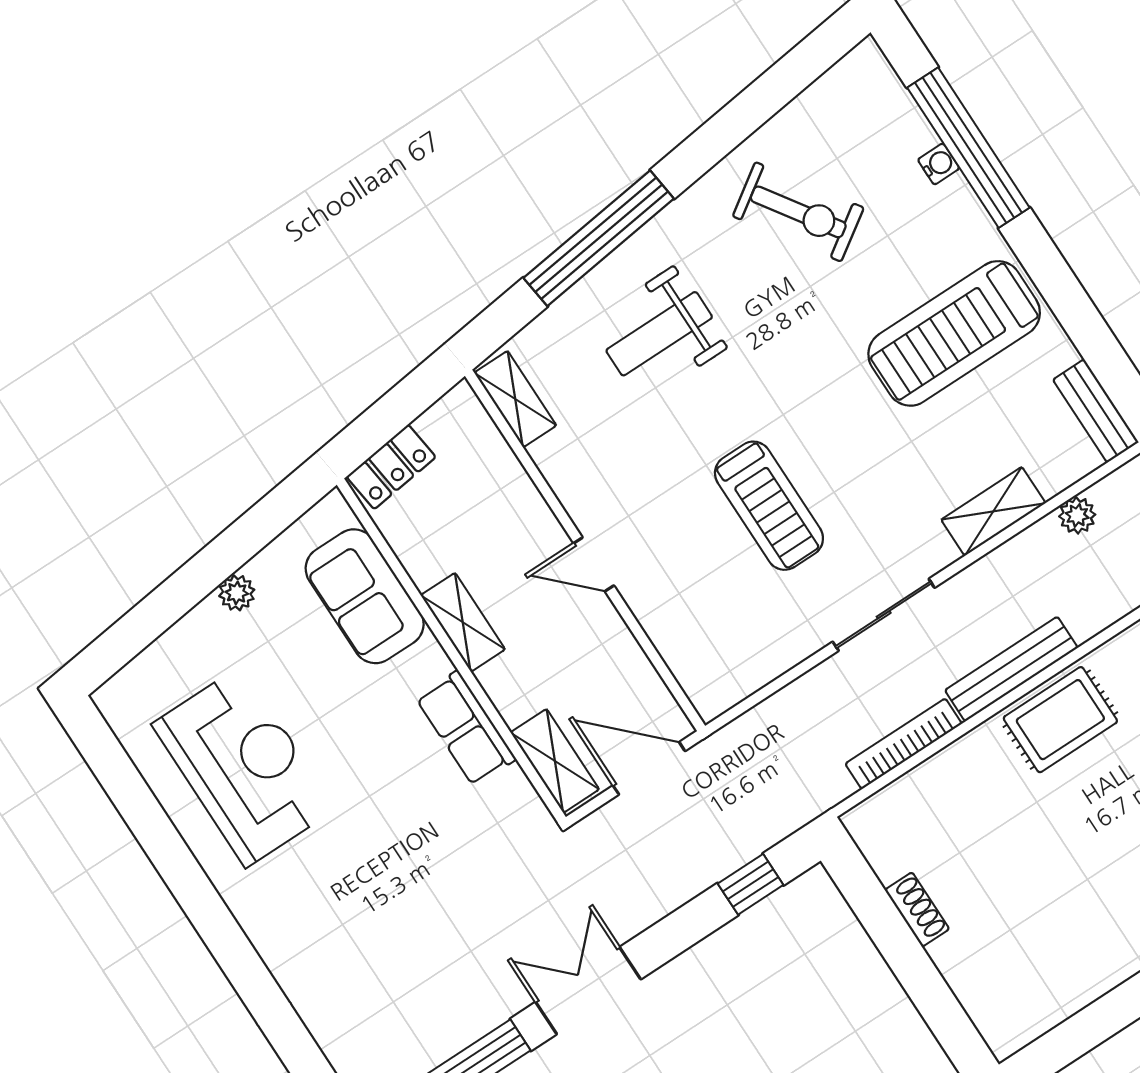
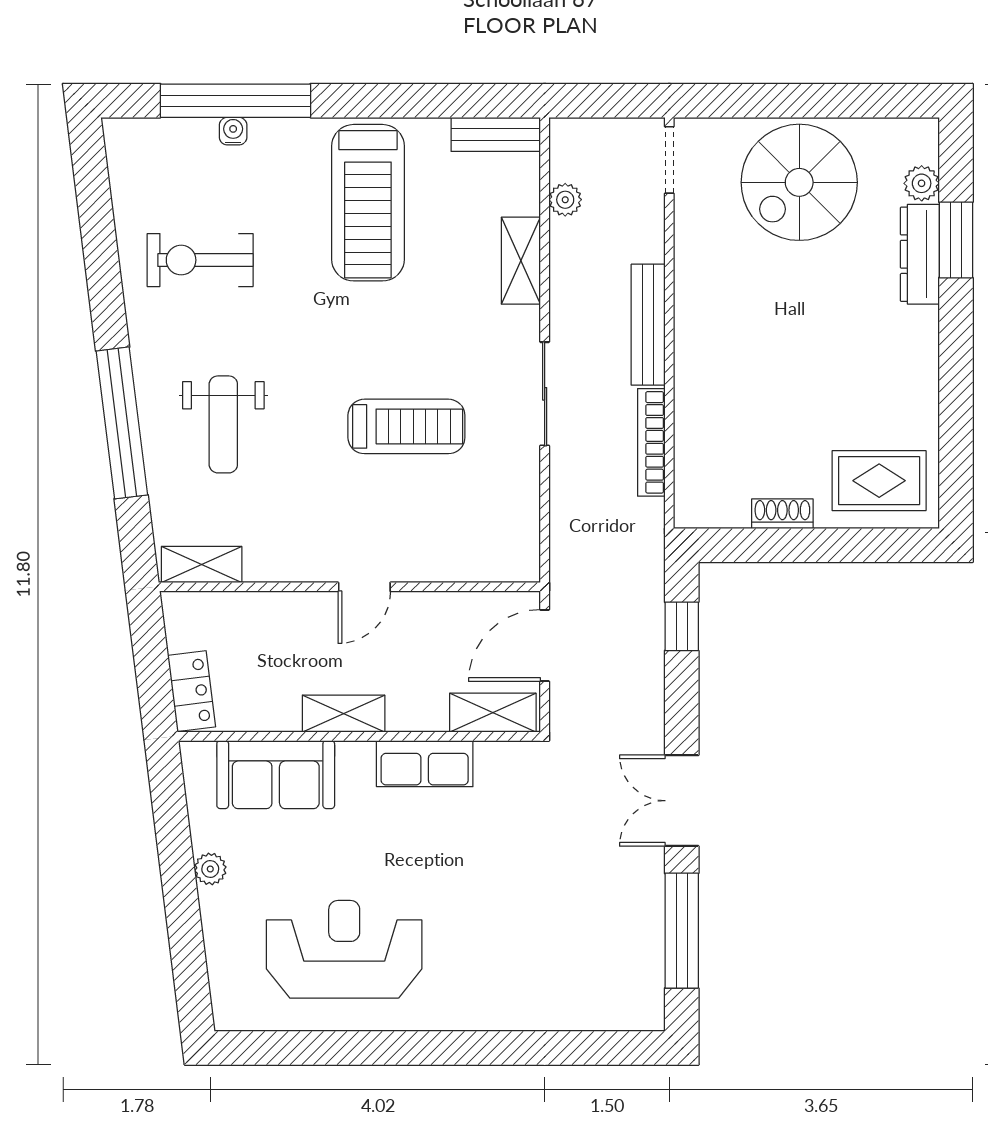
exercise bike: (798, 212) -> (200, 260), turned -146
rug: (1060, 720) -> (879, 481), moved, turned 90

